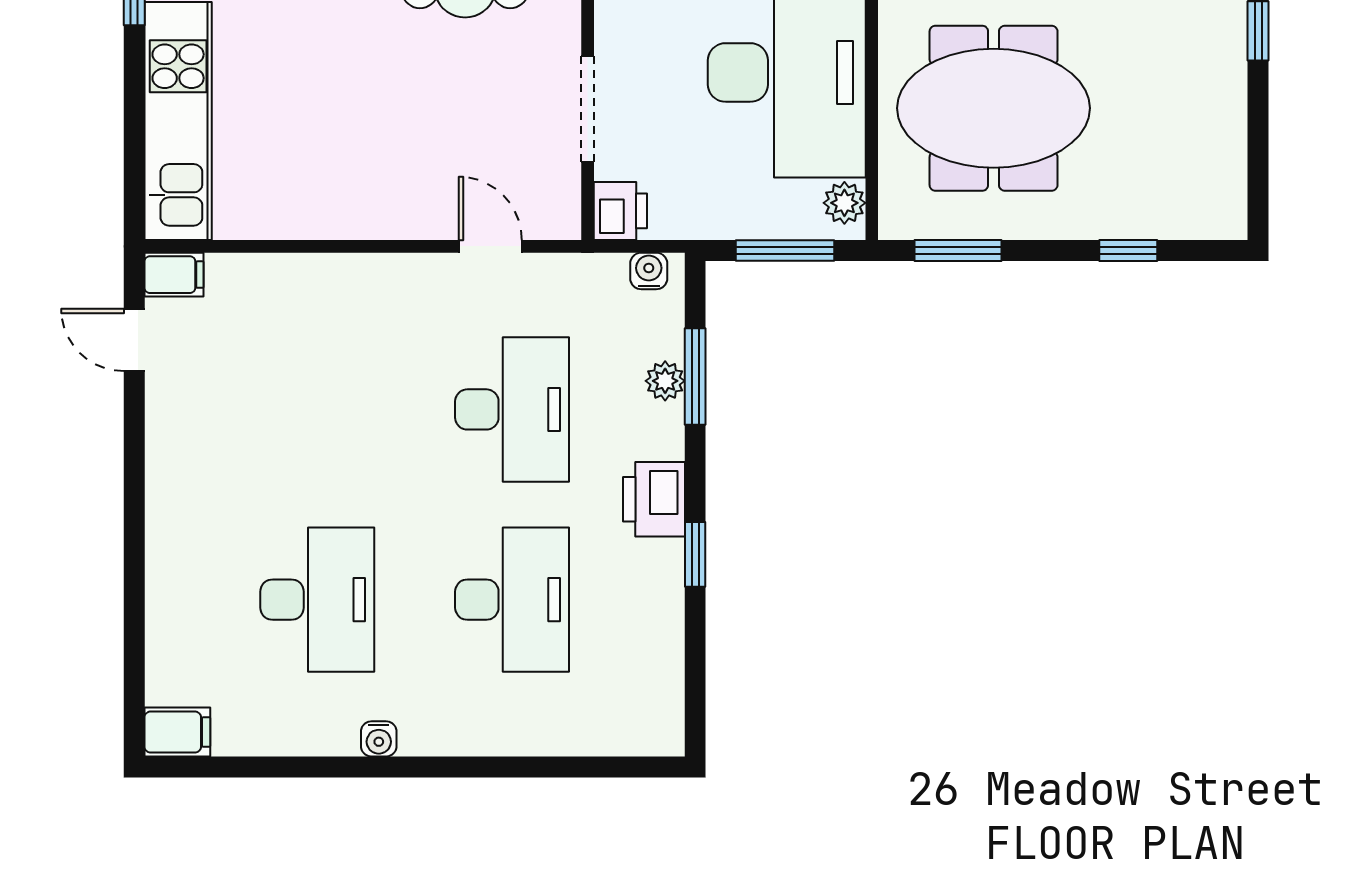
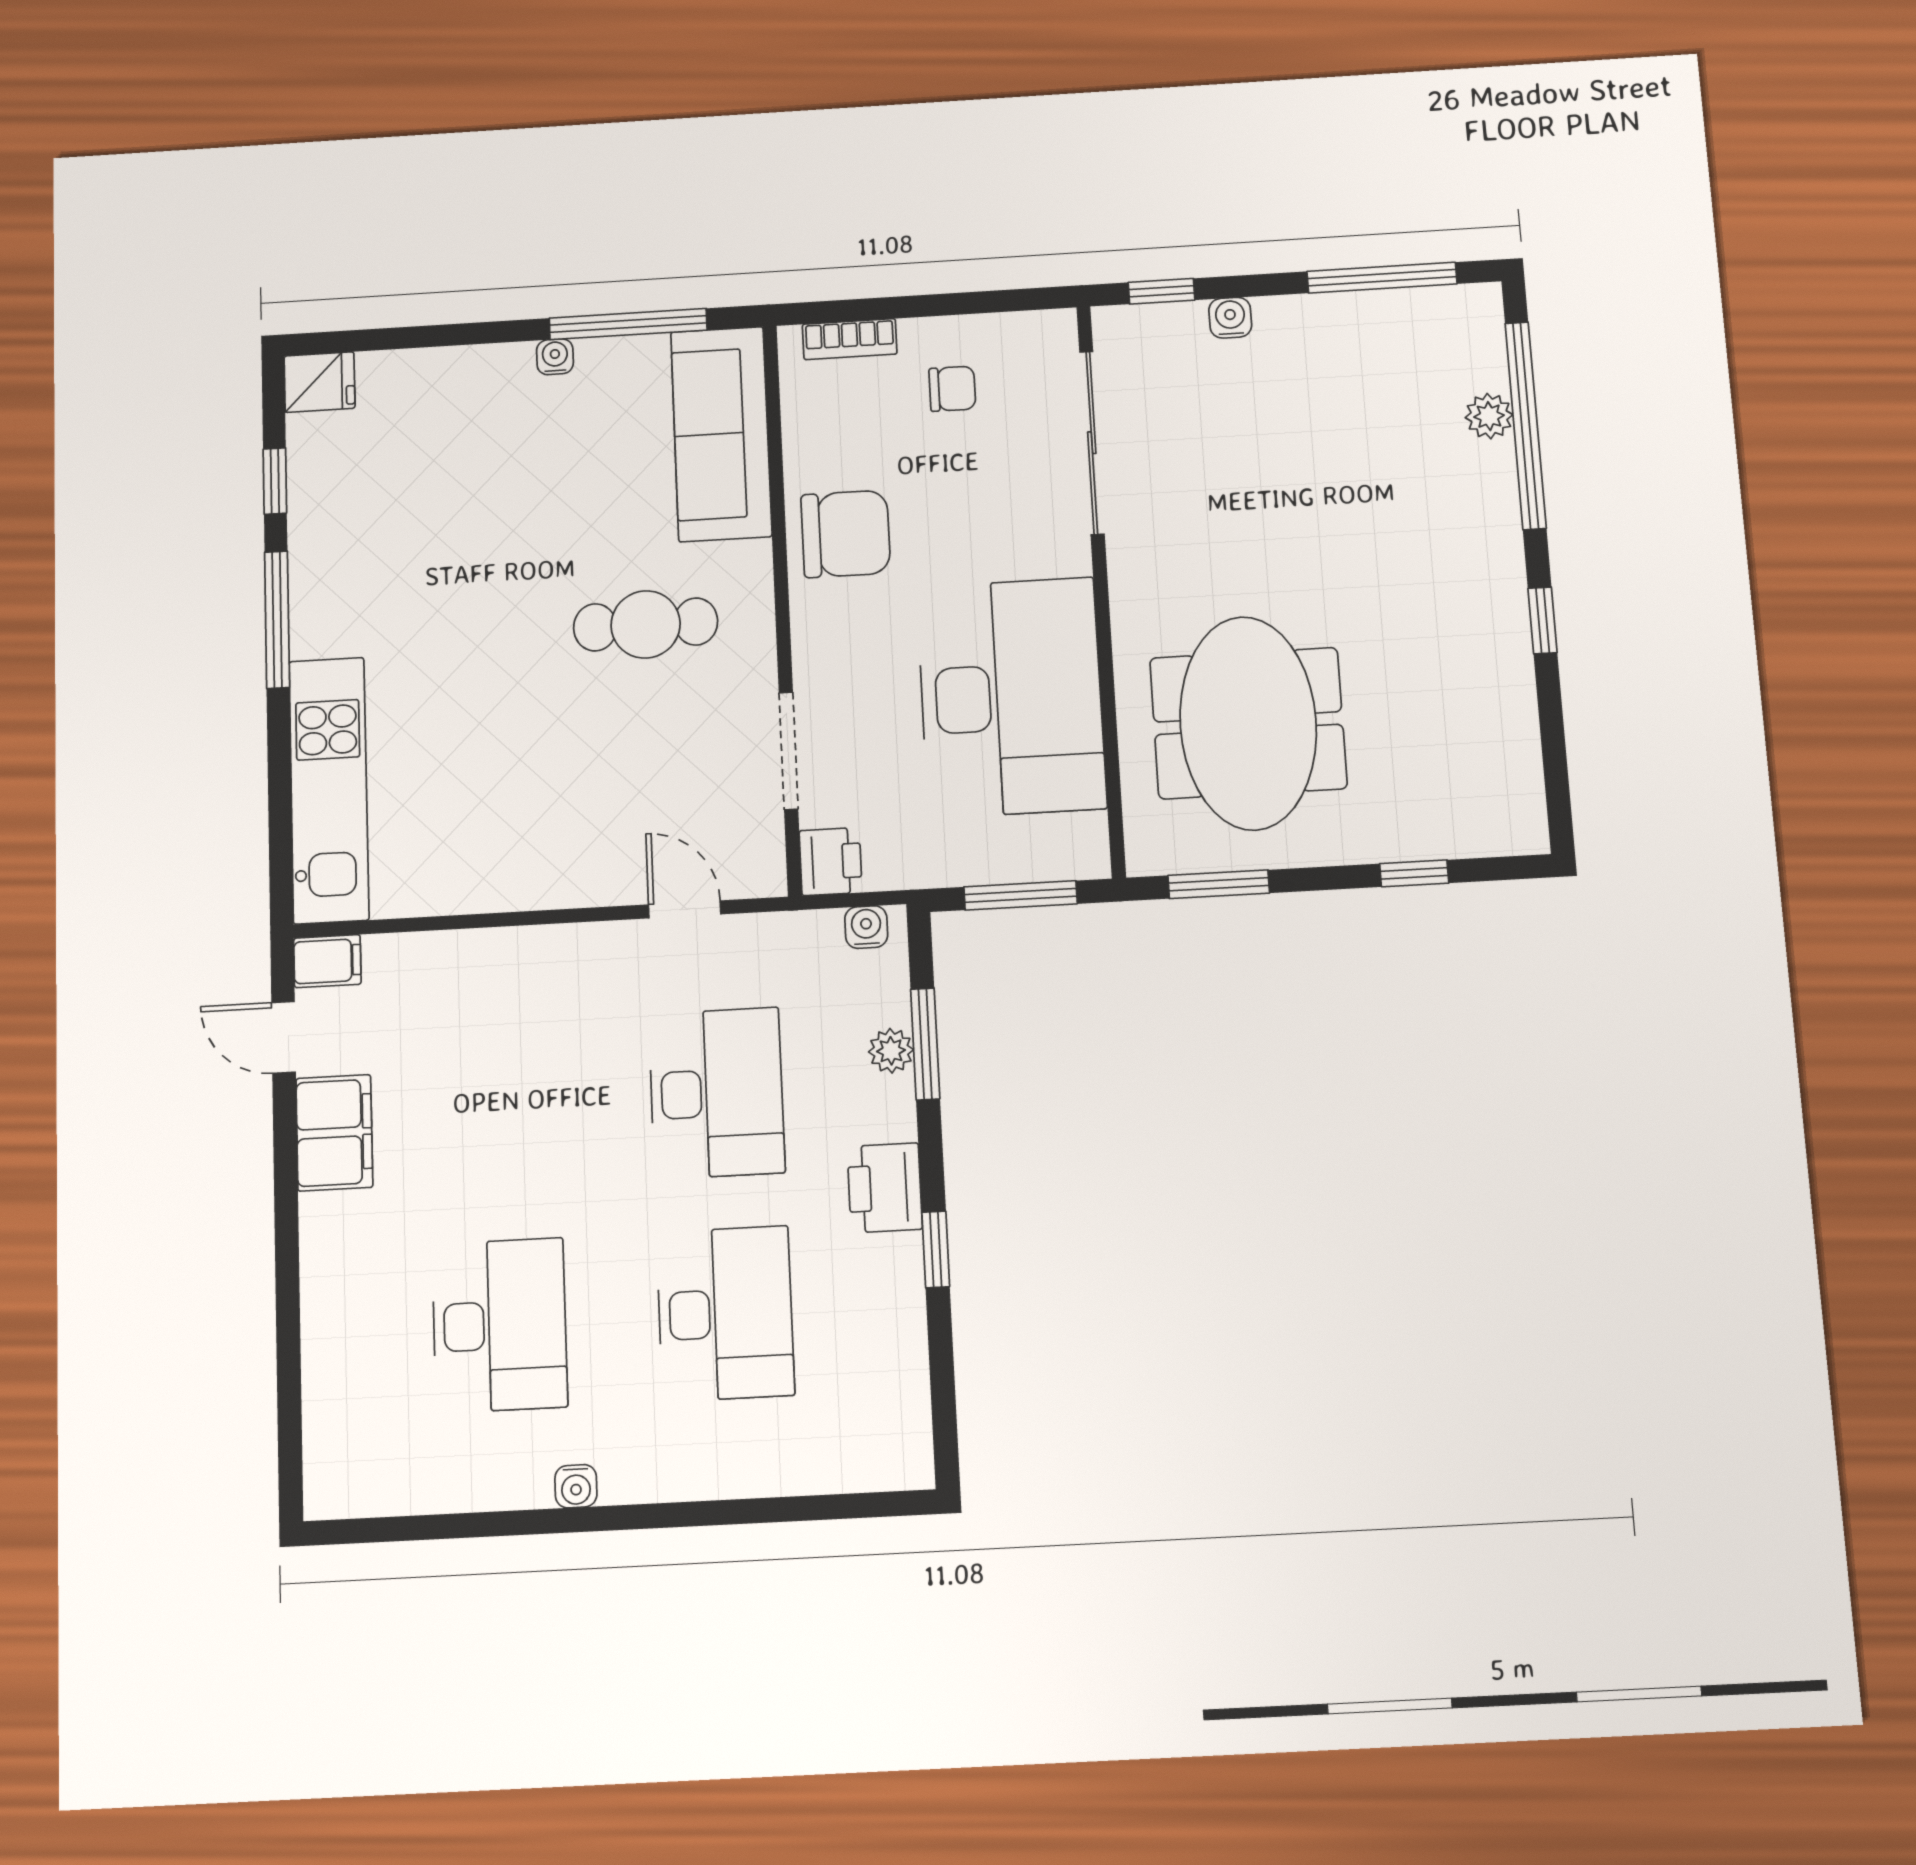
meeting table: (994, 108) -> (1248, 723), turned 90
plant: (844, 203) -> (1085, 838), removed
filing cabinet: (177, 732) -> (334, 1133), moved, width x2.00

